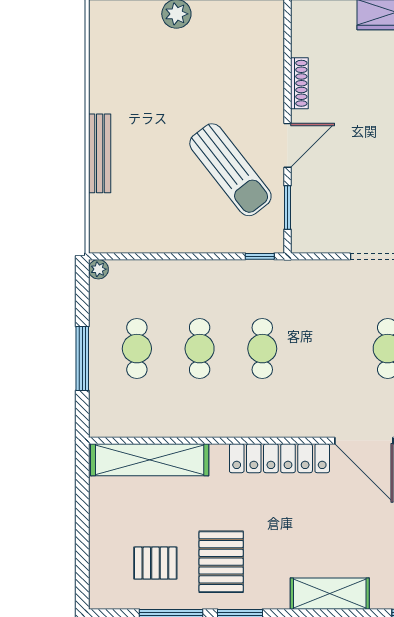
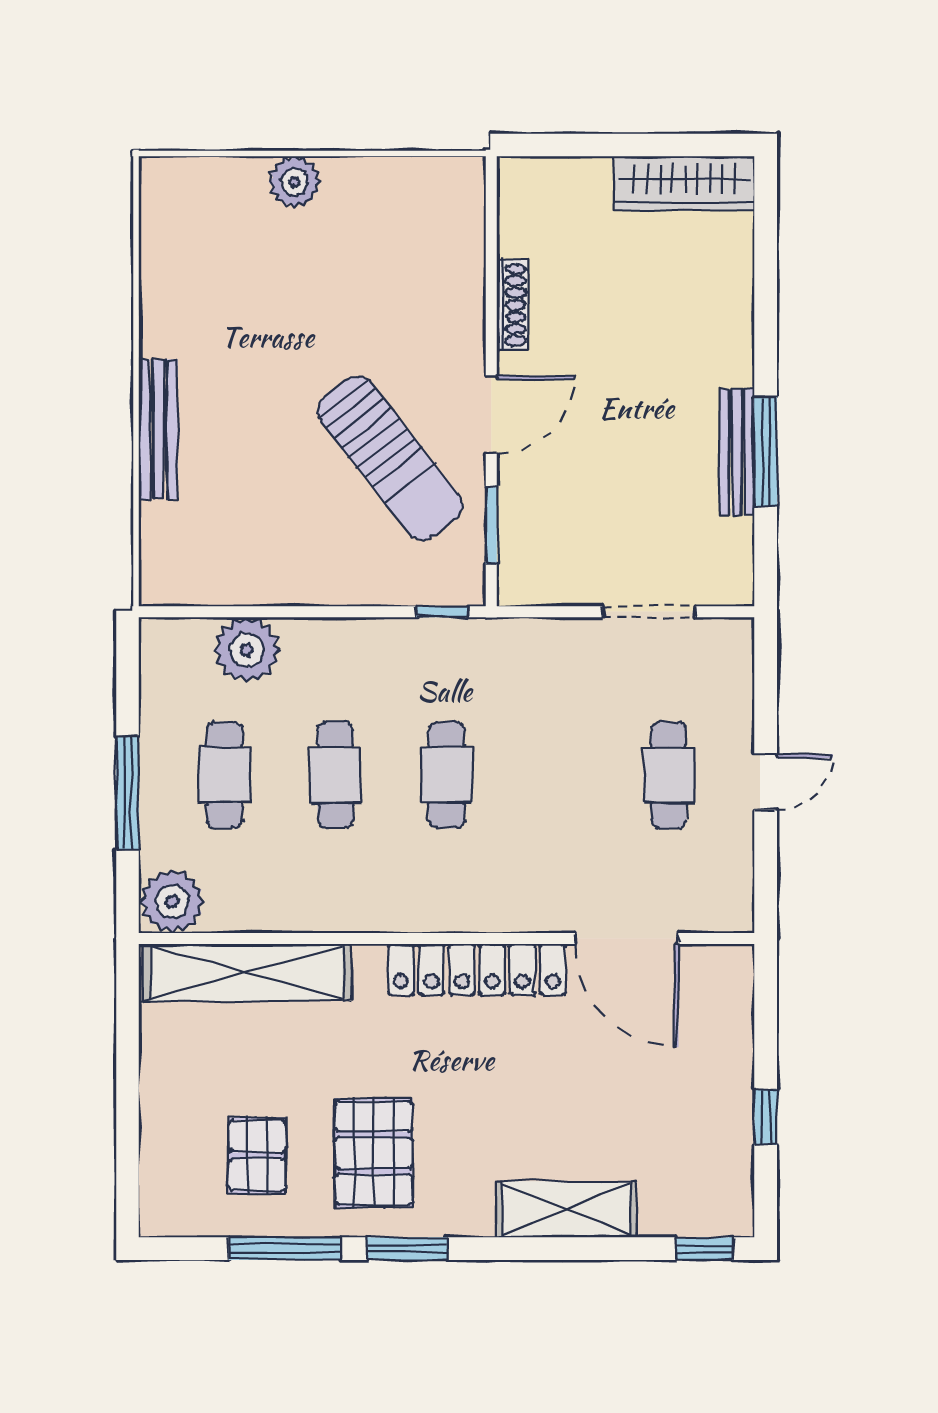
plant: (98, 269) -> (247, 650), moved, width x1.88, depth x1.88
plant: (108, 420) -> (172, 901), added
pallet: (155, 563) -> (257, 1155), turned 90

